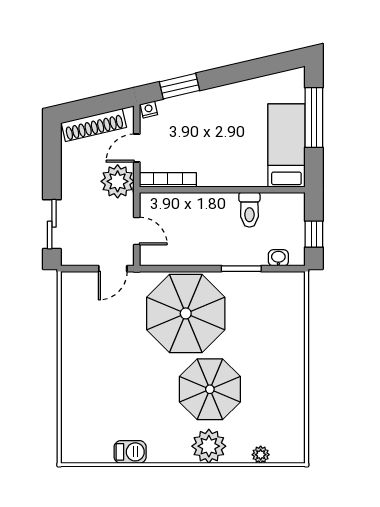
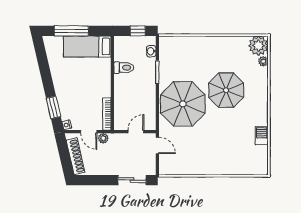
plant: (118, 181) -> (103, 138), width x0.53, depth x0.53
plant: (209, 446) -> (258, 46), moved

